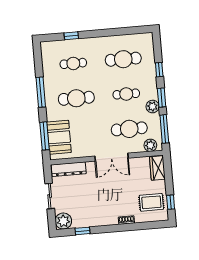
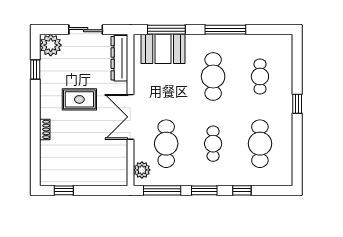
window: (71, 36) -> (297, 104), moved
plant: (153, 107) -> (193, 177), removed
wardrobe: (157, 168) -> (111, 177), removed
rug: (151, 202) -> (79, 99), moved, turned 90

